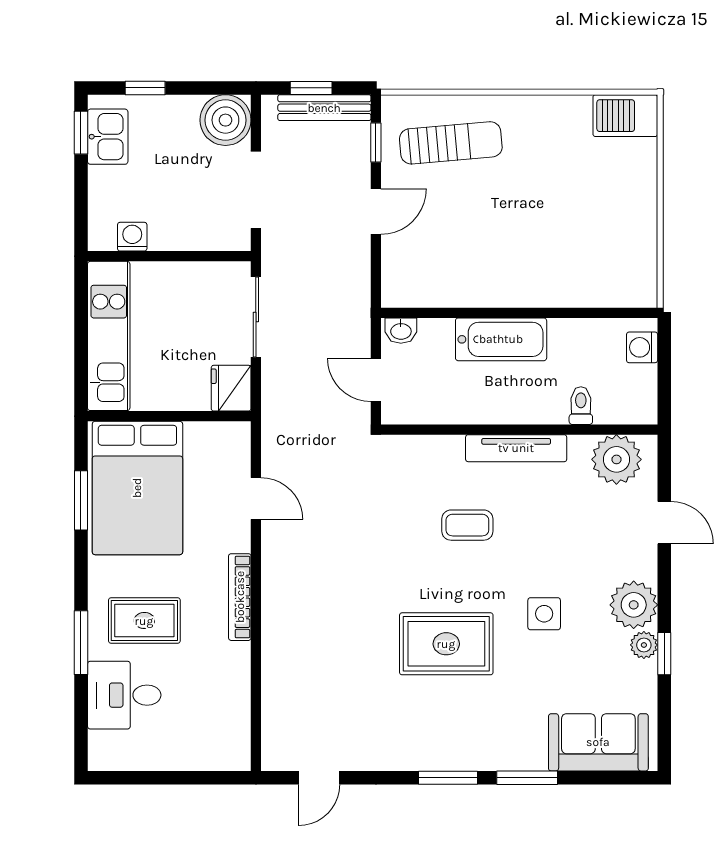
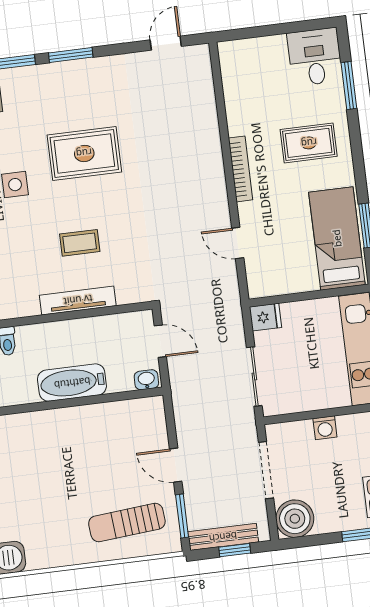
window: (376, 142) -> (182, 516), width x1.50
door: (376, 212) -> (176, 465), hinge flipped
washing machine: (132, 237) -> (325, 428), moved
fridge: (231, 388) -> (266, 317), width x0.72
tv unit: (516, 448) -> (78, 300), moved
bed: (137, 488) -> (337, 238), width x0.67
window: (81, 643) -> (349, 85), moved
desk: (124, 695) -> (315, 57), moved, turned -90

